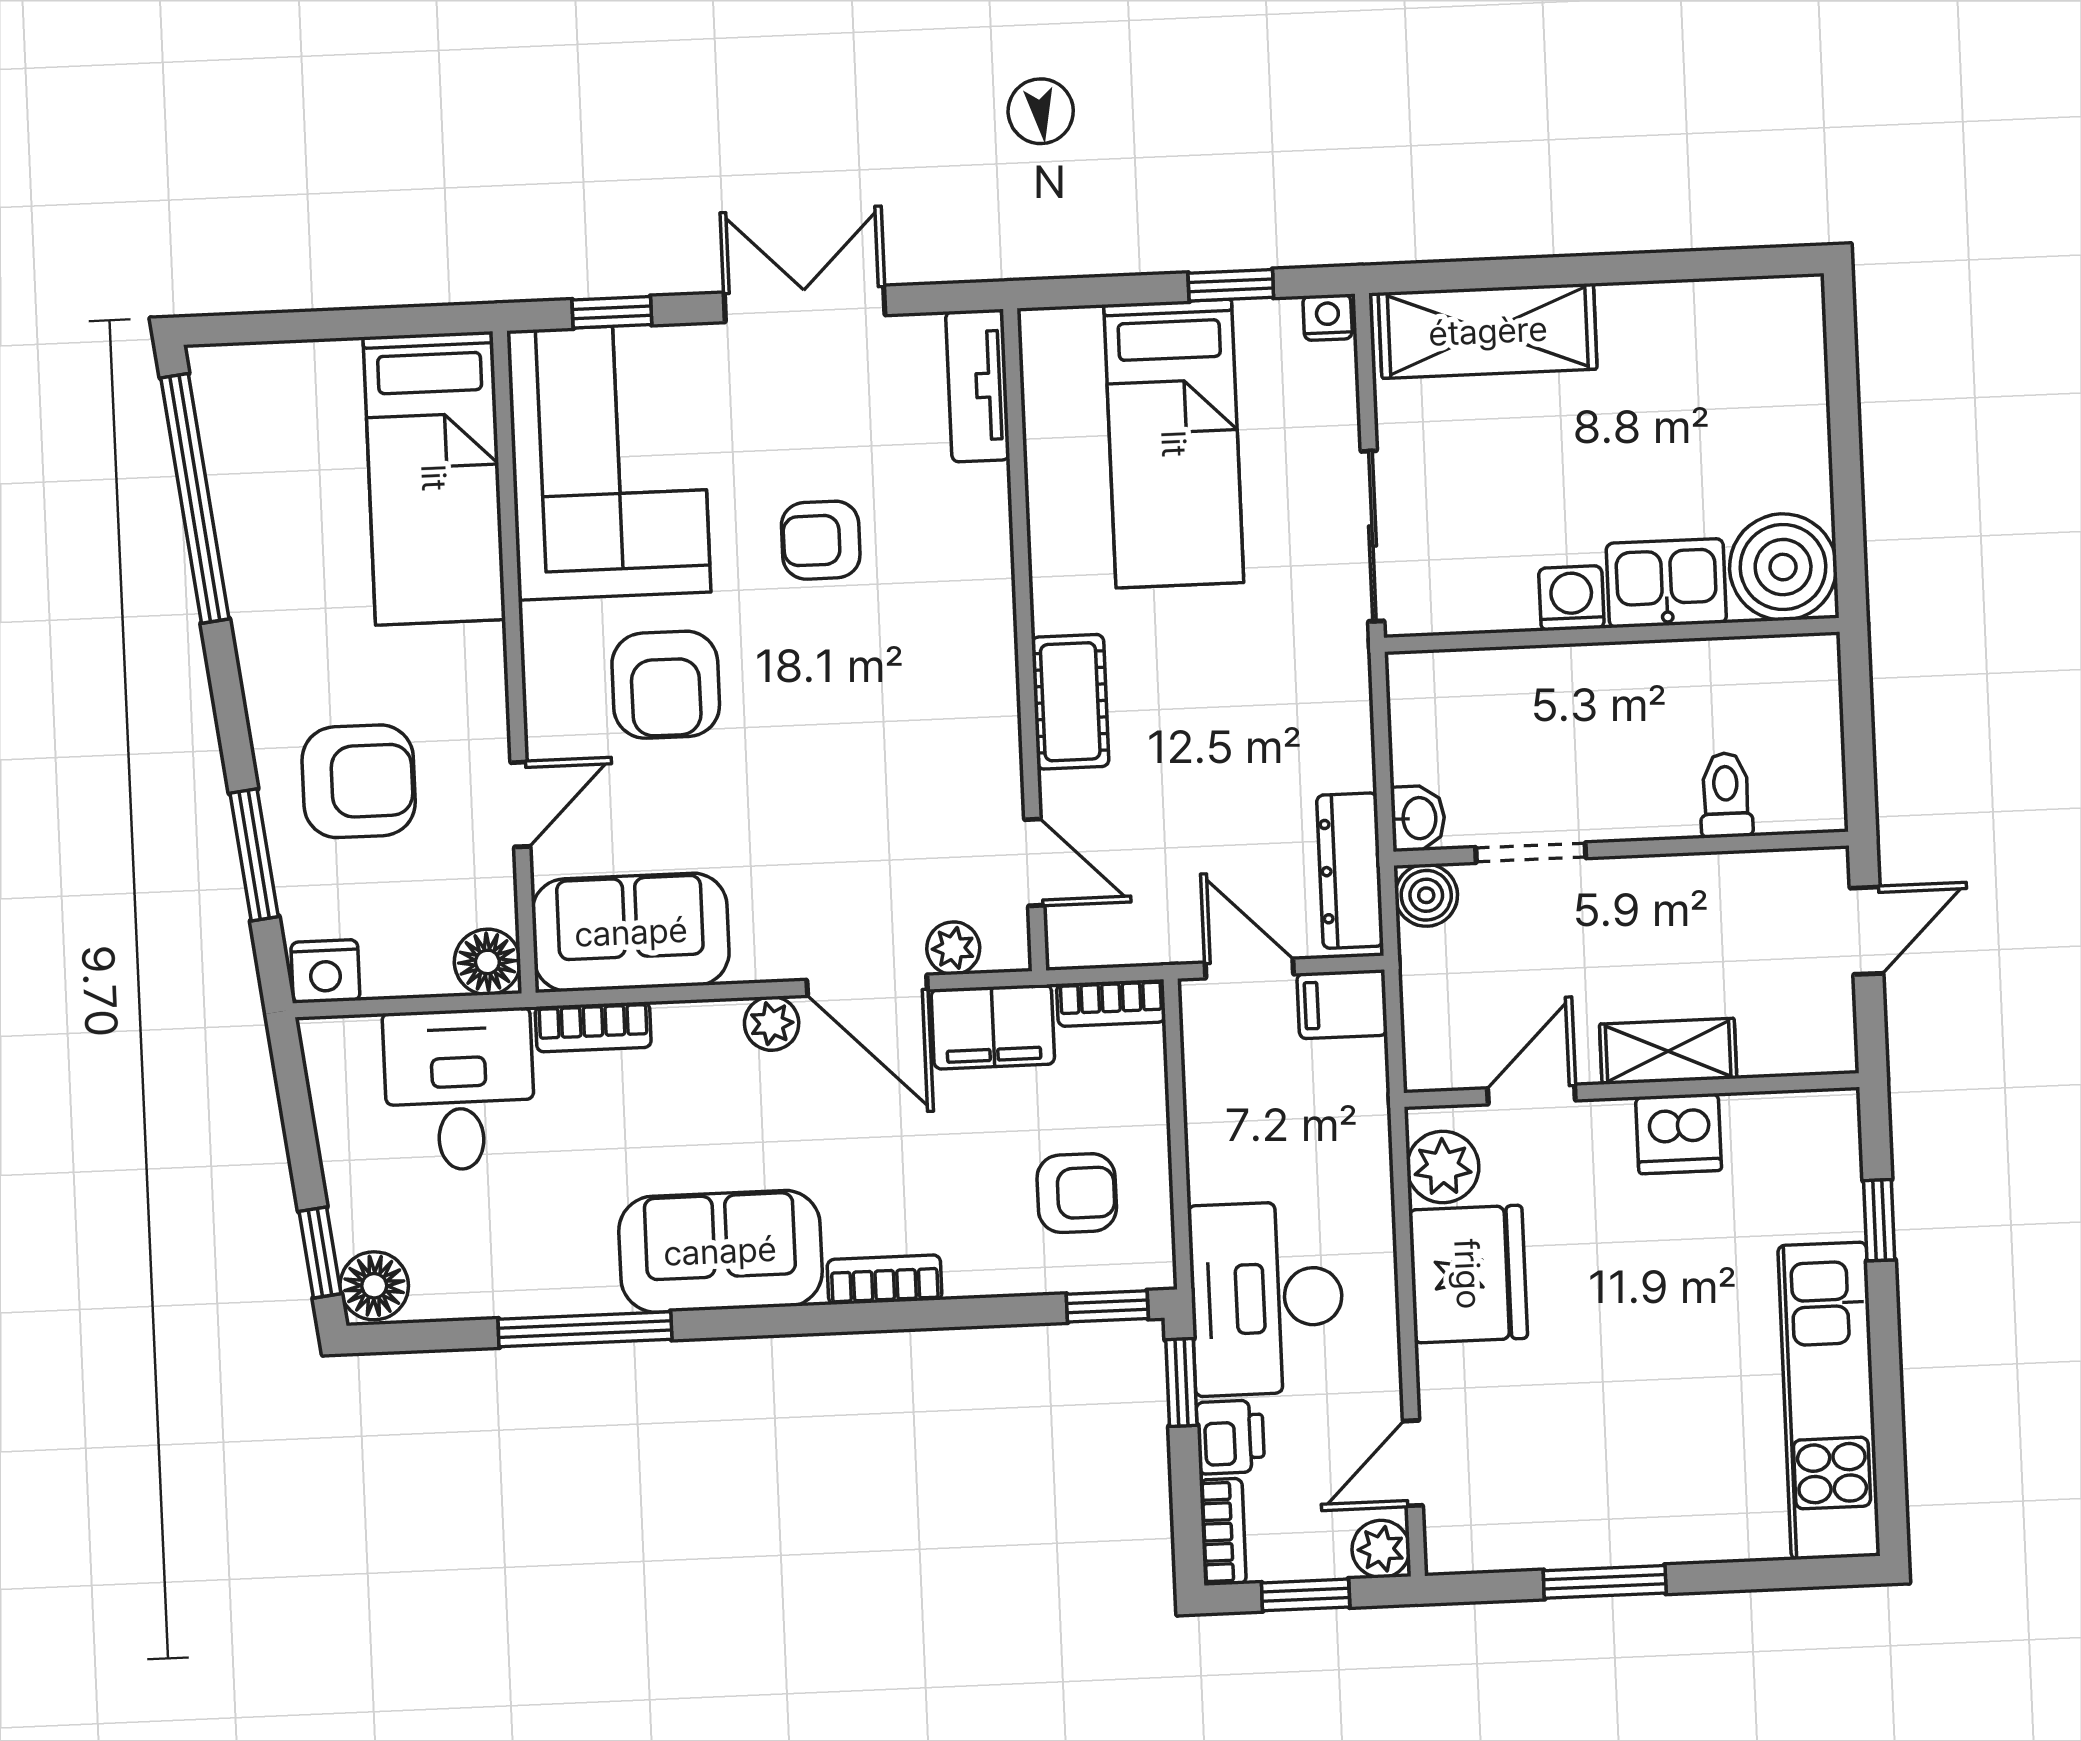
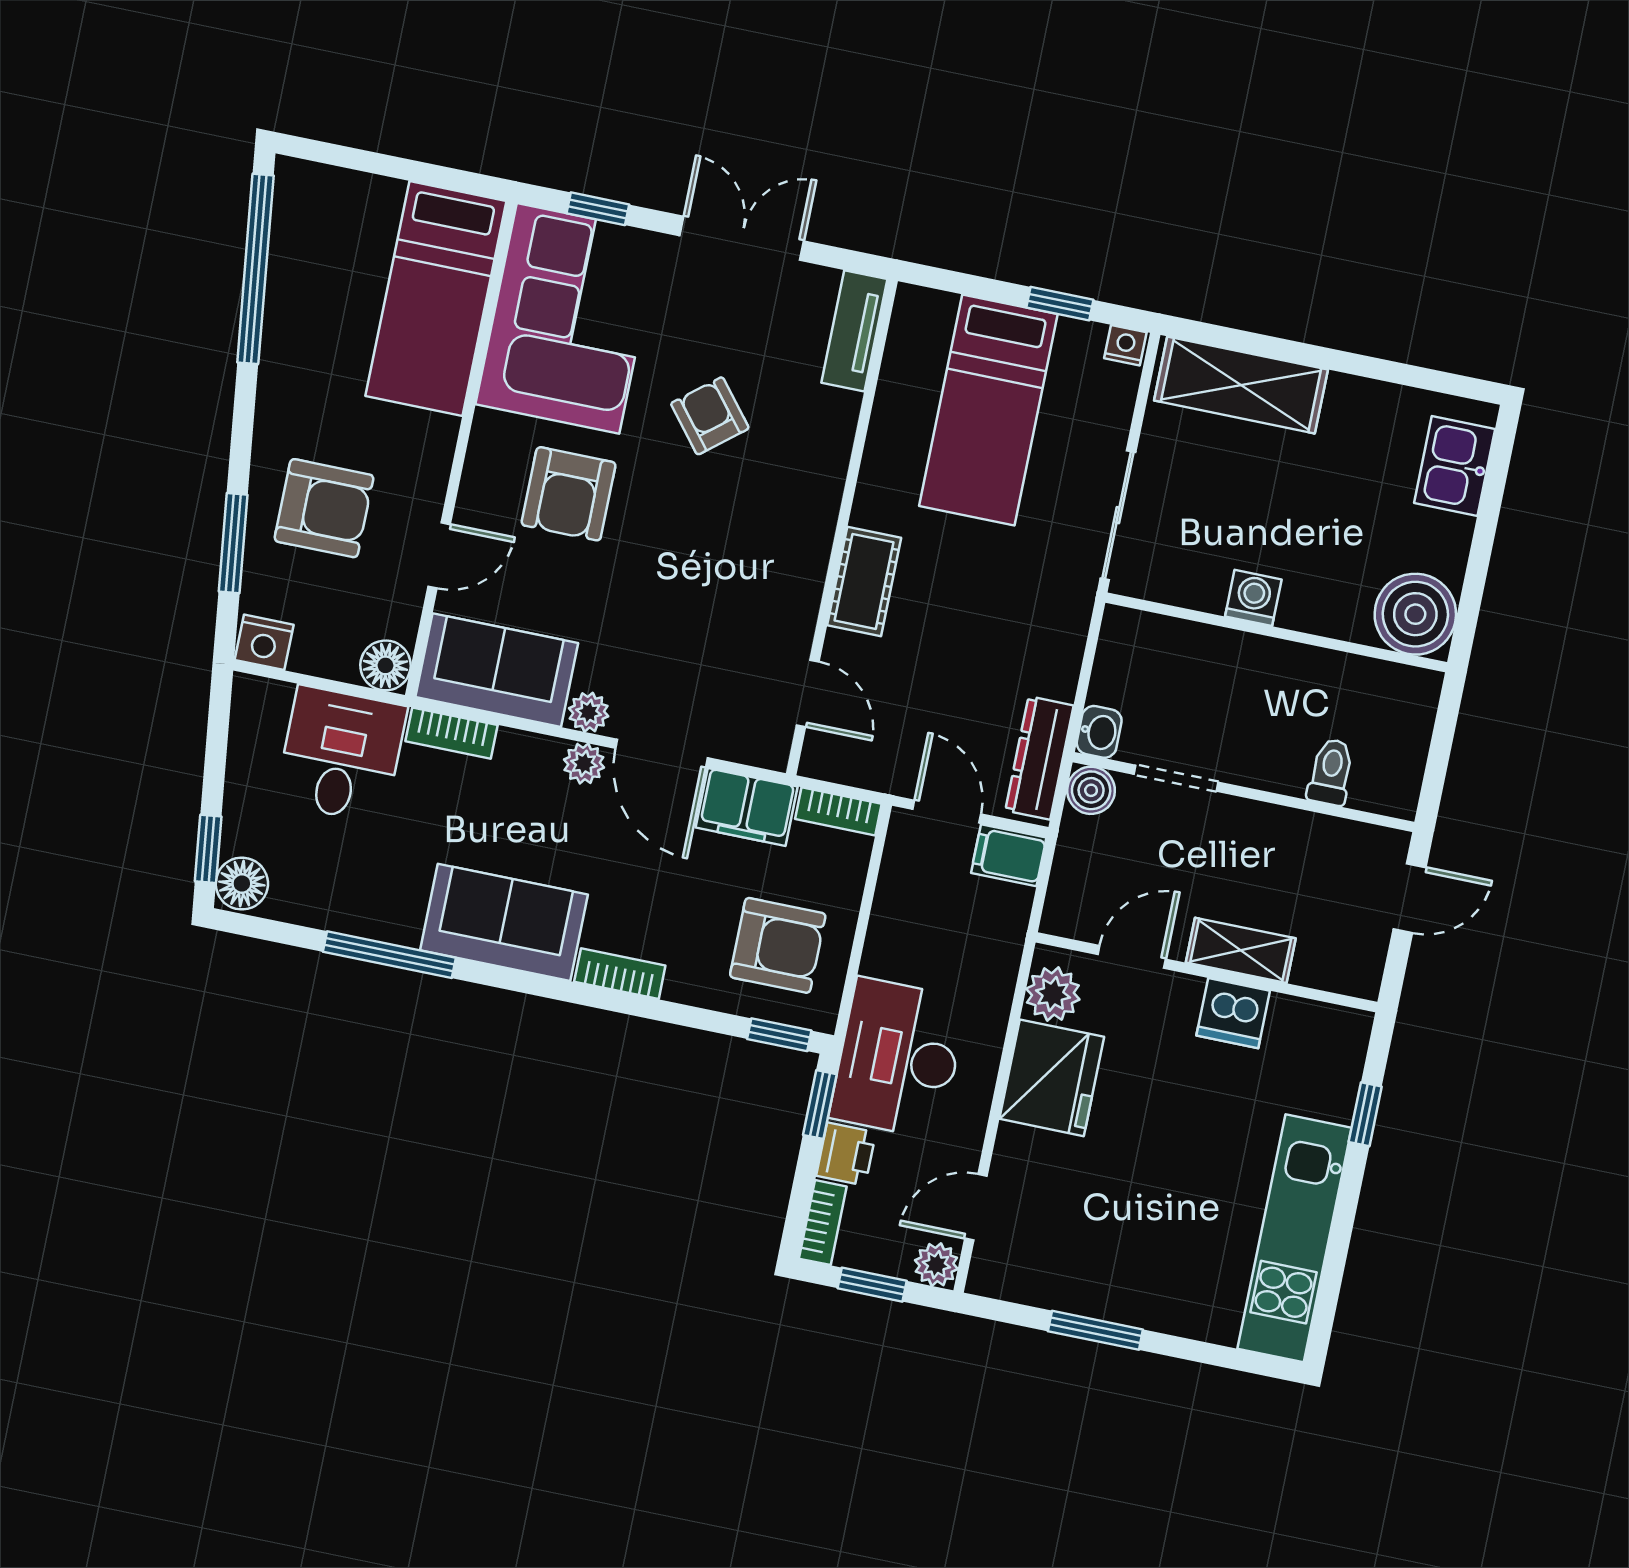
armchair: (821, 540) -> (710, 416), turned 51
kitchen sink: (1666, 583) -> (1455, 466), moved, turned -90
plant: (953, 948) -> (589, 712), moved
armchair: (1077, 1193) -> (778, 945), width x1.38, depth x1.38

